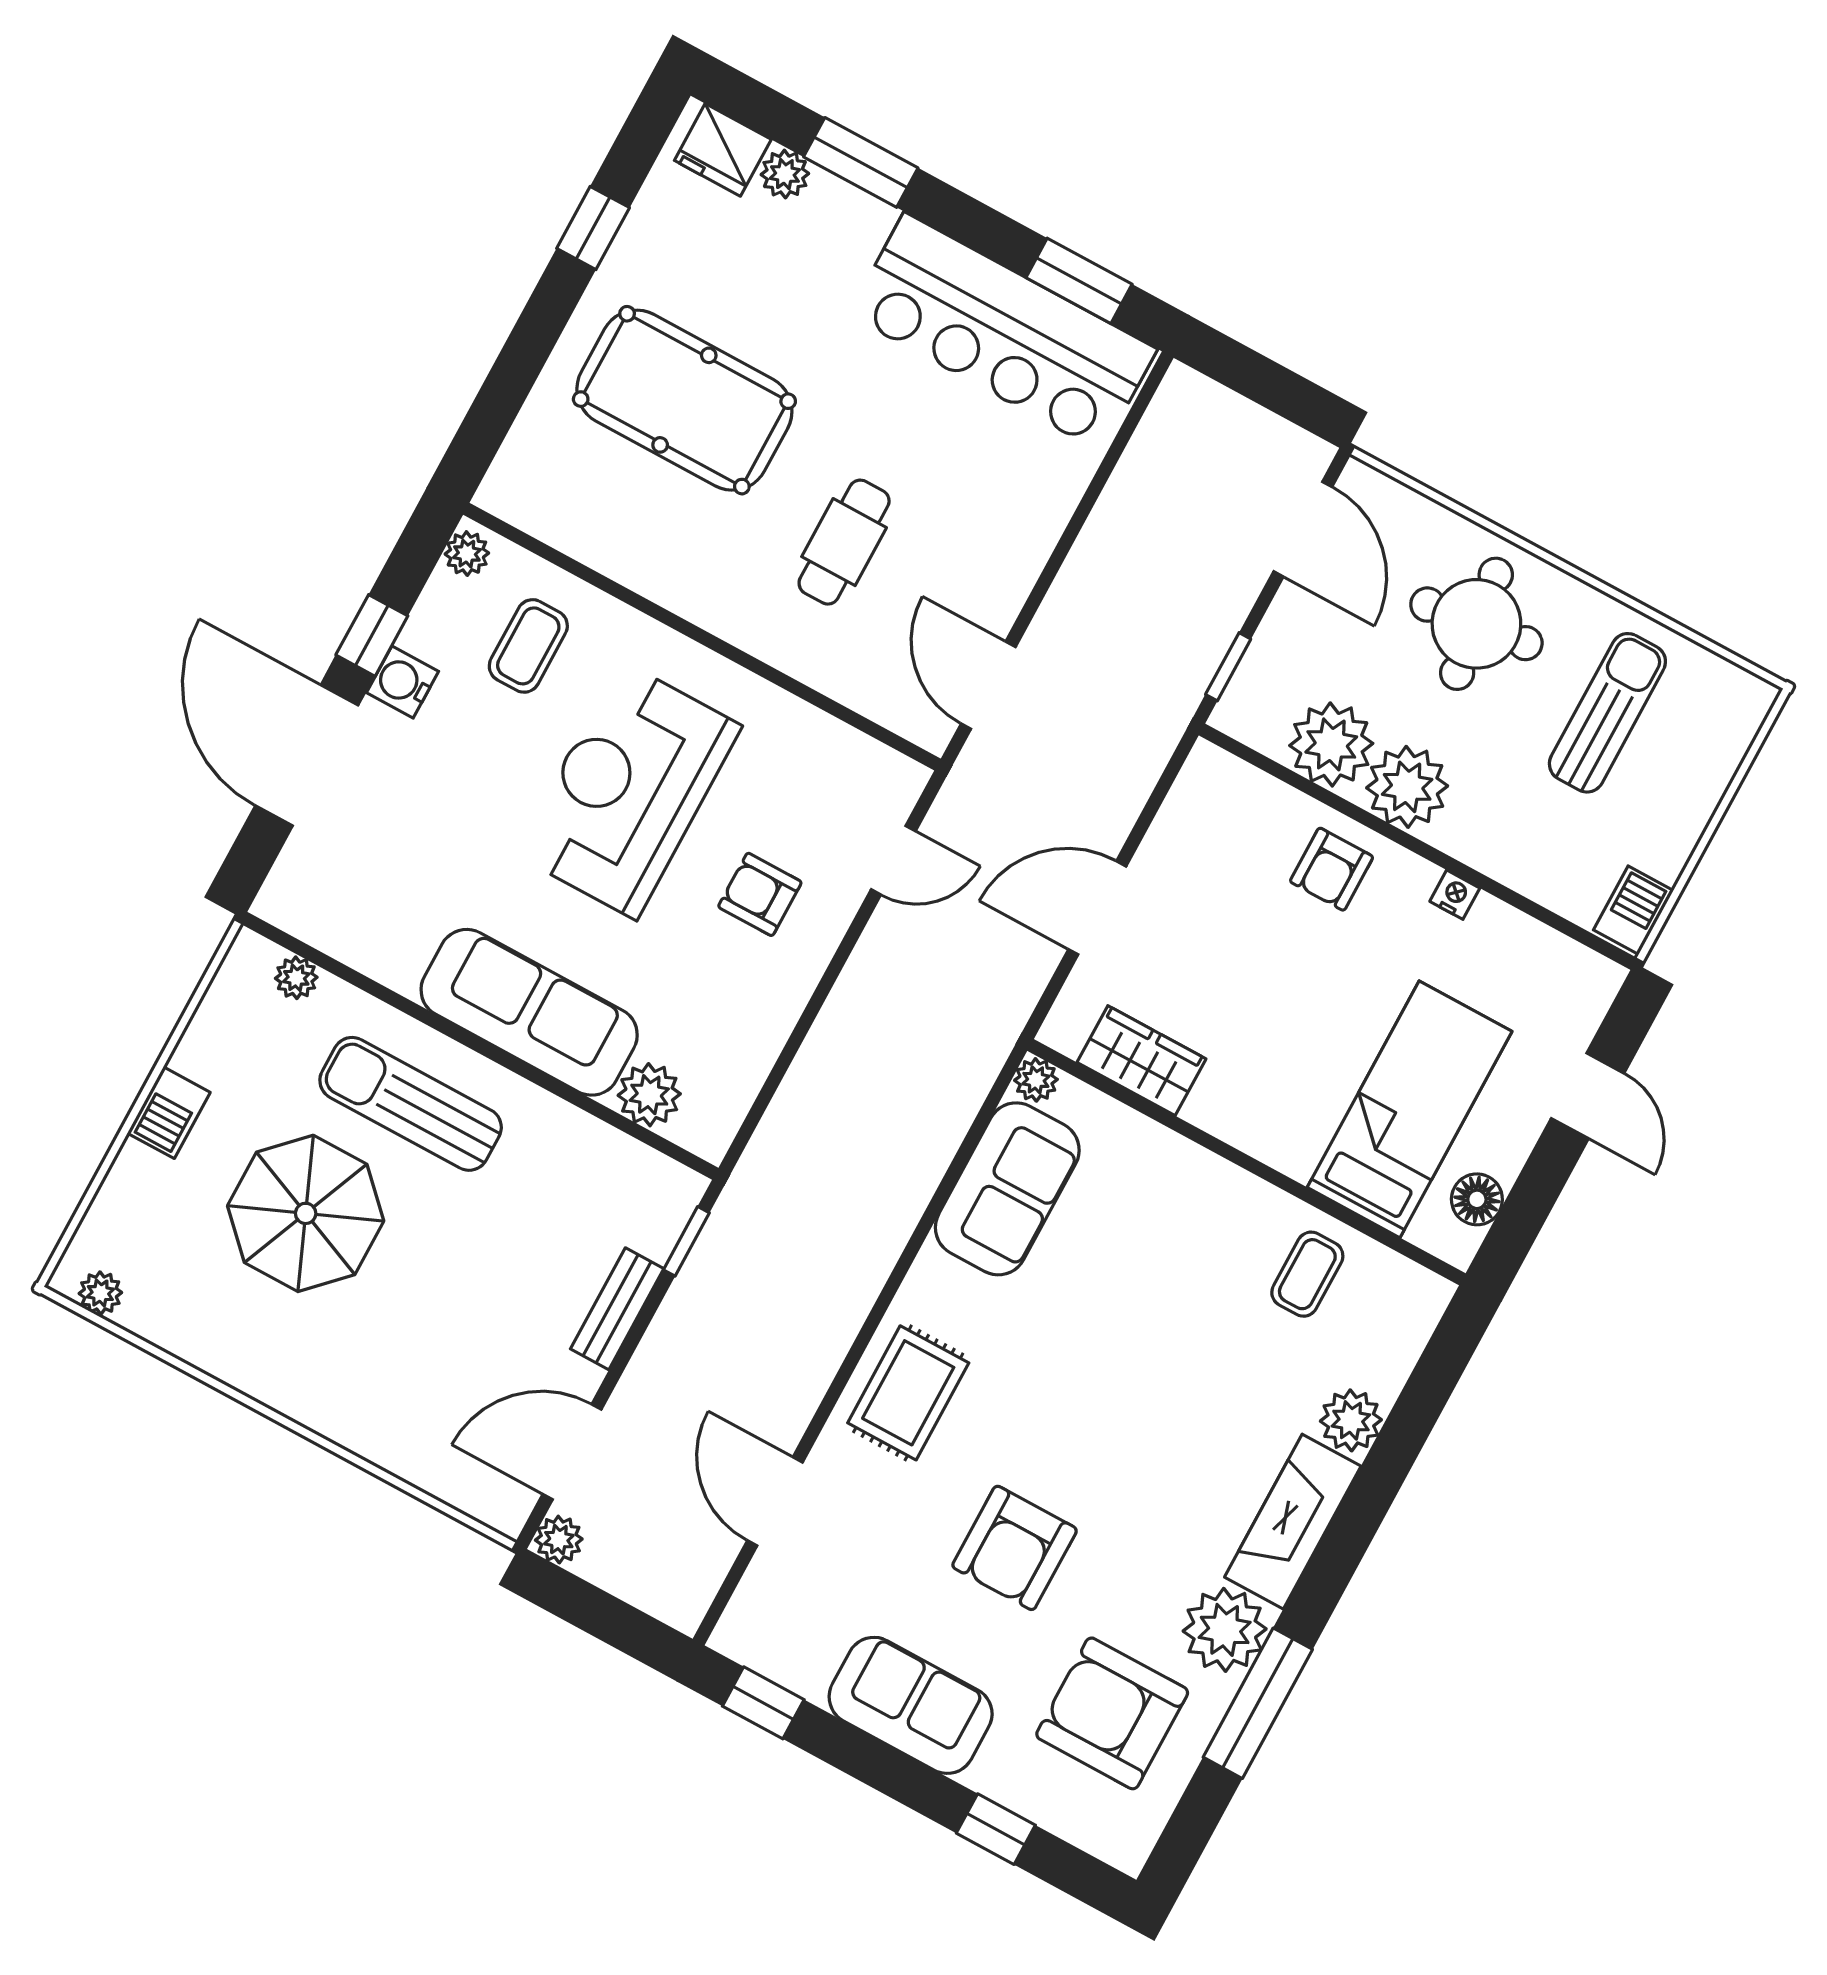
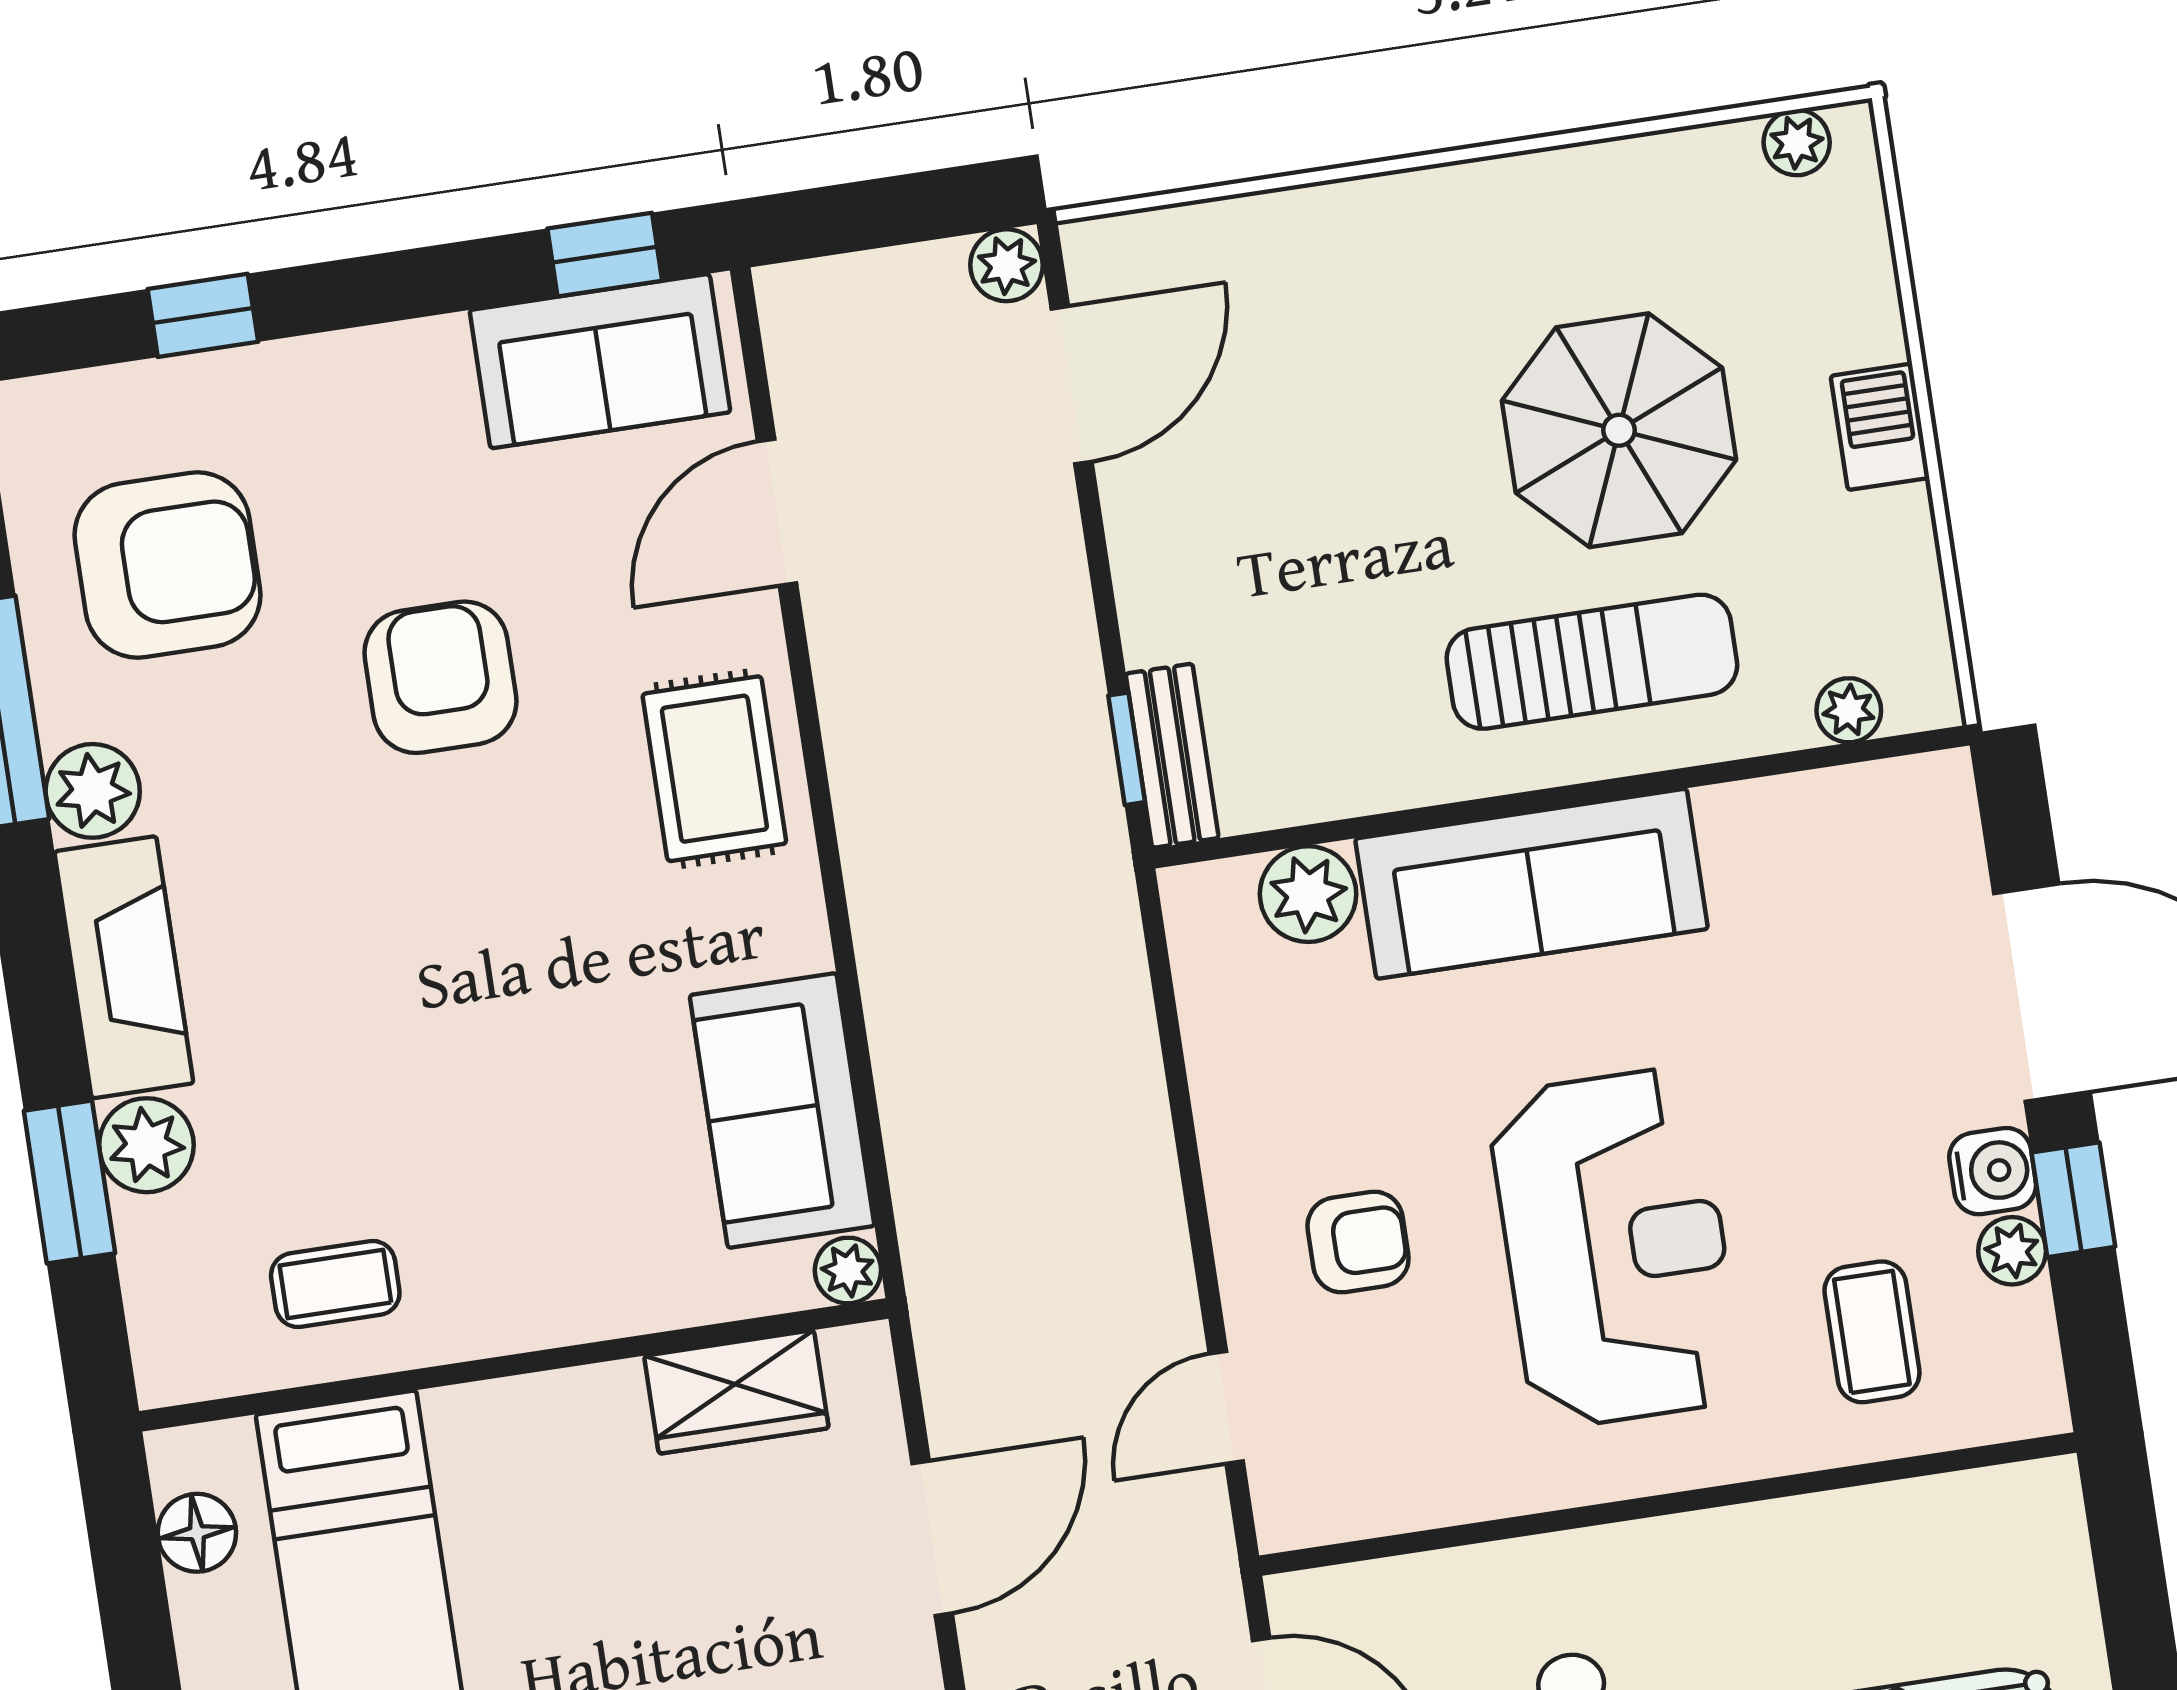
plant: (467, 554) -> (2012, 1251), moved
coffee table: (1307, 1274) -> (335, 1284), turned 90
bench: (617, 1309) -> (1172, 756), moved
window: (1405, 1432) -> (69, 1182), added
door: (775, 1501) -> (777, 512), swing flipped
plant: (1225, 1630) -> (93, 791), width x0.73, depth x0.73
sofa: (911, 1705) -> (600, 361), moved

